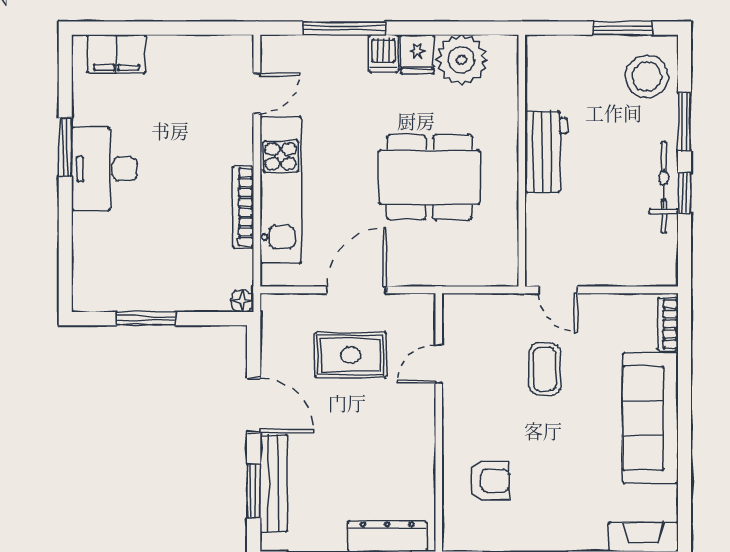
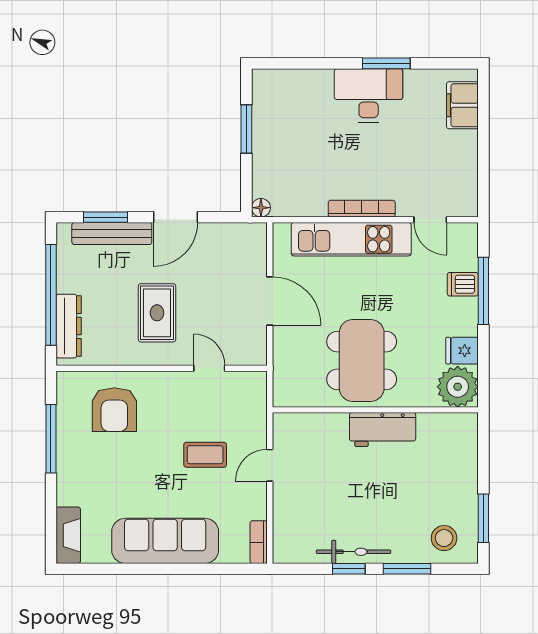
dishwasher: (383, 53) -> (463, 284), moved
stool: (647, 76) -> (444, 538), width x0.73, depth x0.73
workbench: (546, 152) -> (383, 430), moved
wall: (522, 161) -> (375, 410), moved
bookcase: (243, 207) -> (362, 209), moved
bookcase: (668, 324) -> (259, 542), moved, turned -90
rug: (351, 355) -> (157, 313), moved
armchair: (490, 480) -> (114, 410), width x1.38, depth x1.38

